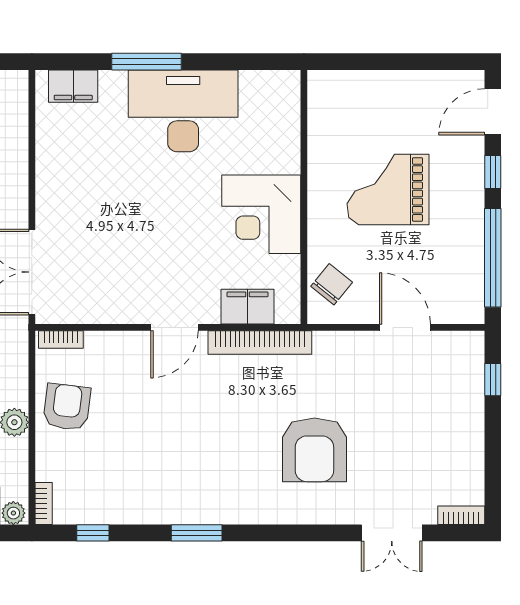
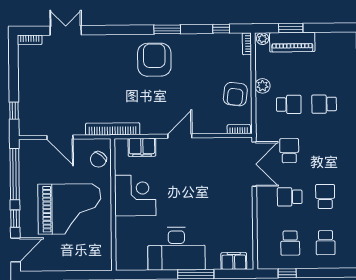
grand piano: (388, 189) -> (69, 209), width x1.37, depth x1.48
bookcase: (260, 342) -> (113, 129), moved
armchair: (314, 450) -> (154, 60), moved

